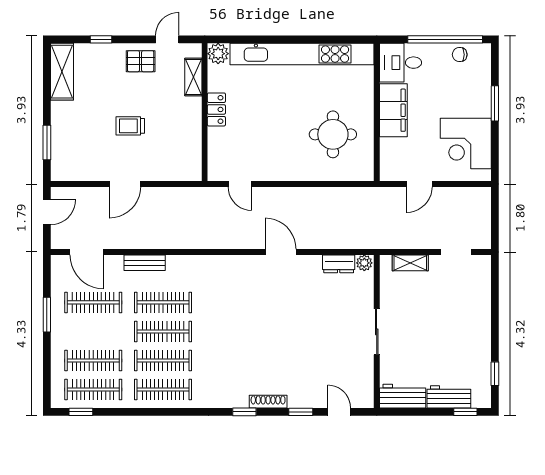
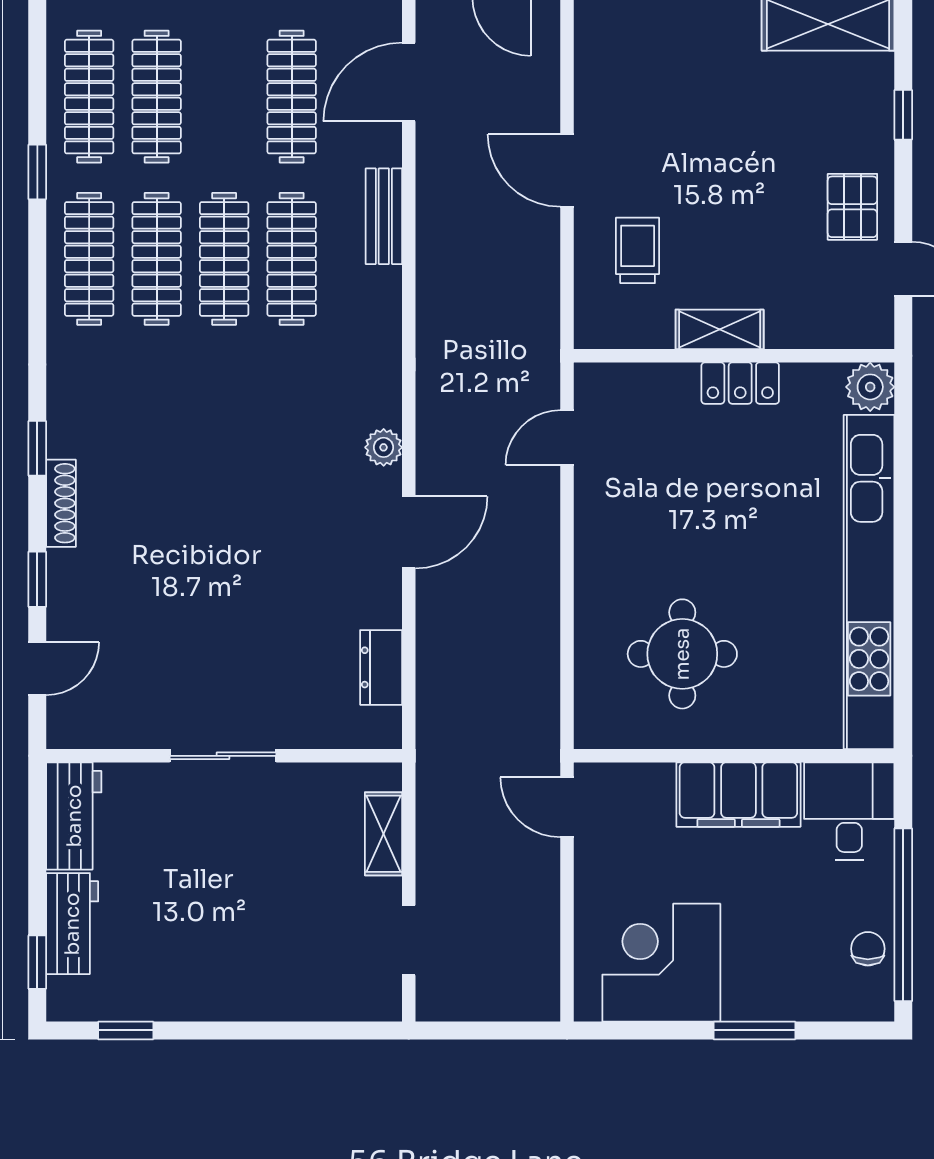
shelving: (193, 77) -> (720, 329), moved
trolley: (130, 126) -> (638, 250), moved
door: (419, 184) -> (567, 807), moved
plant: (364, 263) -> (384, 447), moved
window: (81, 412) -> (37, 172), moved

